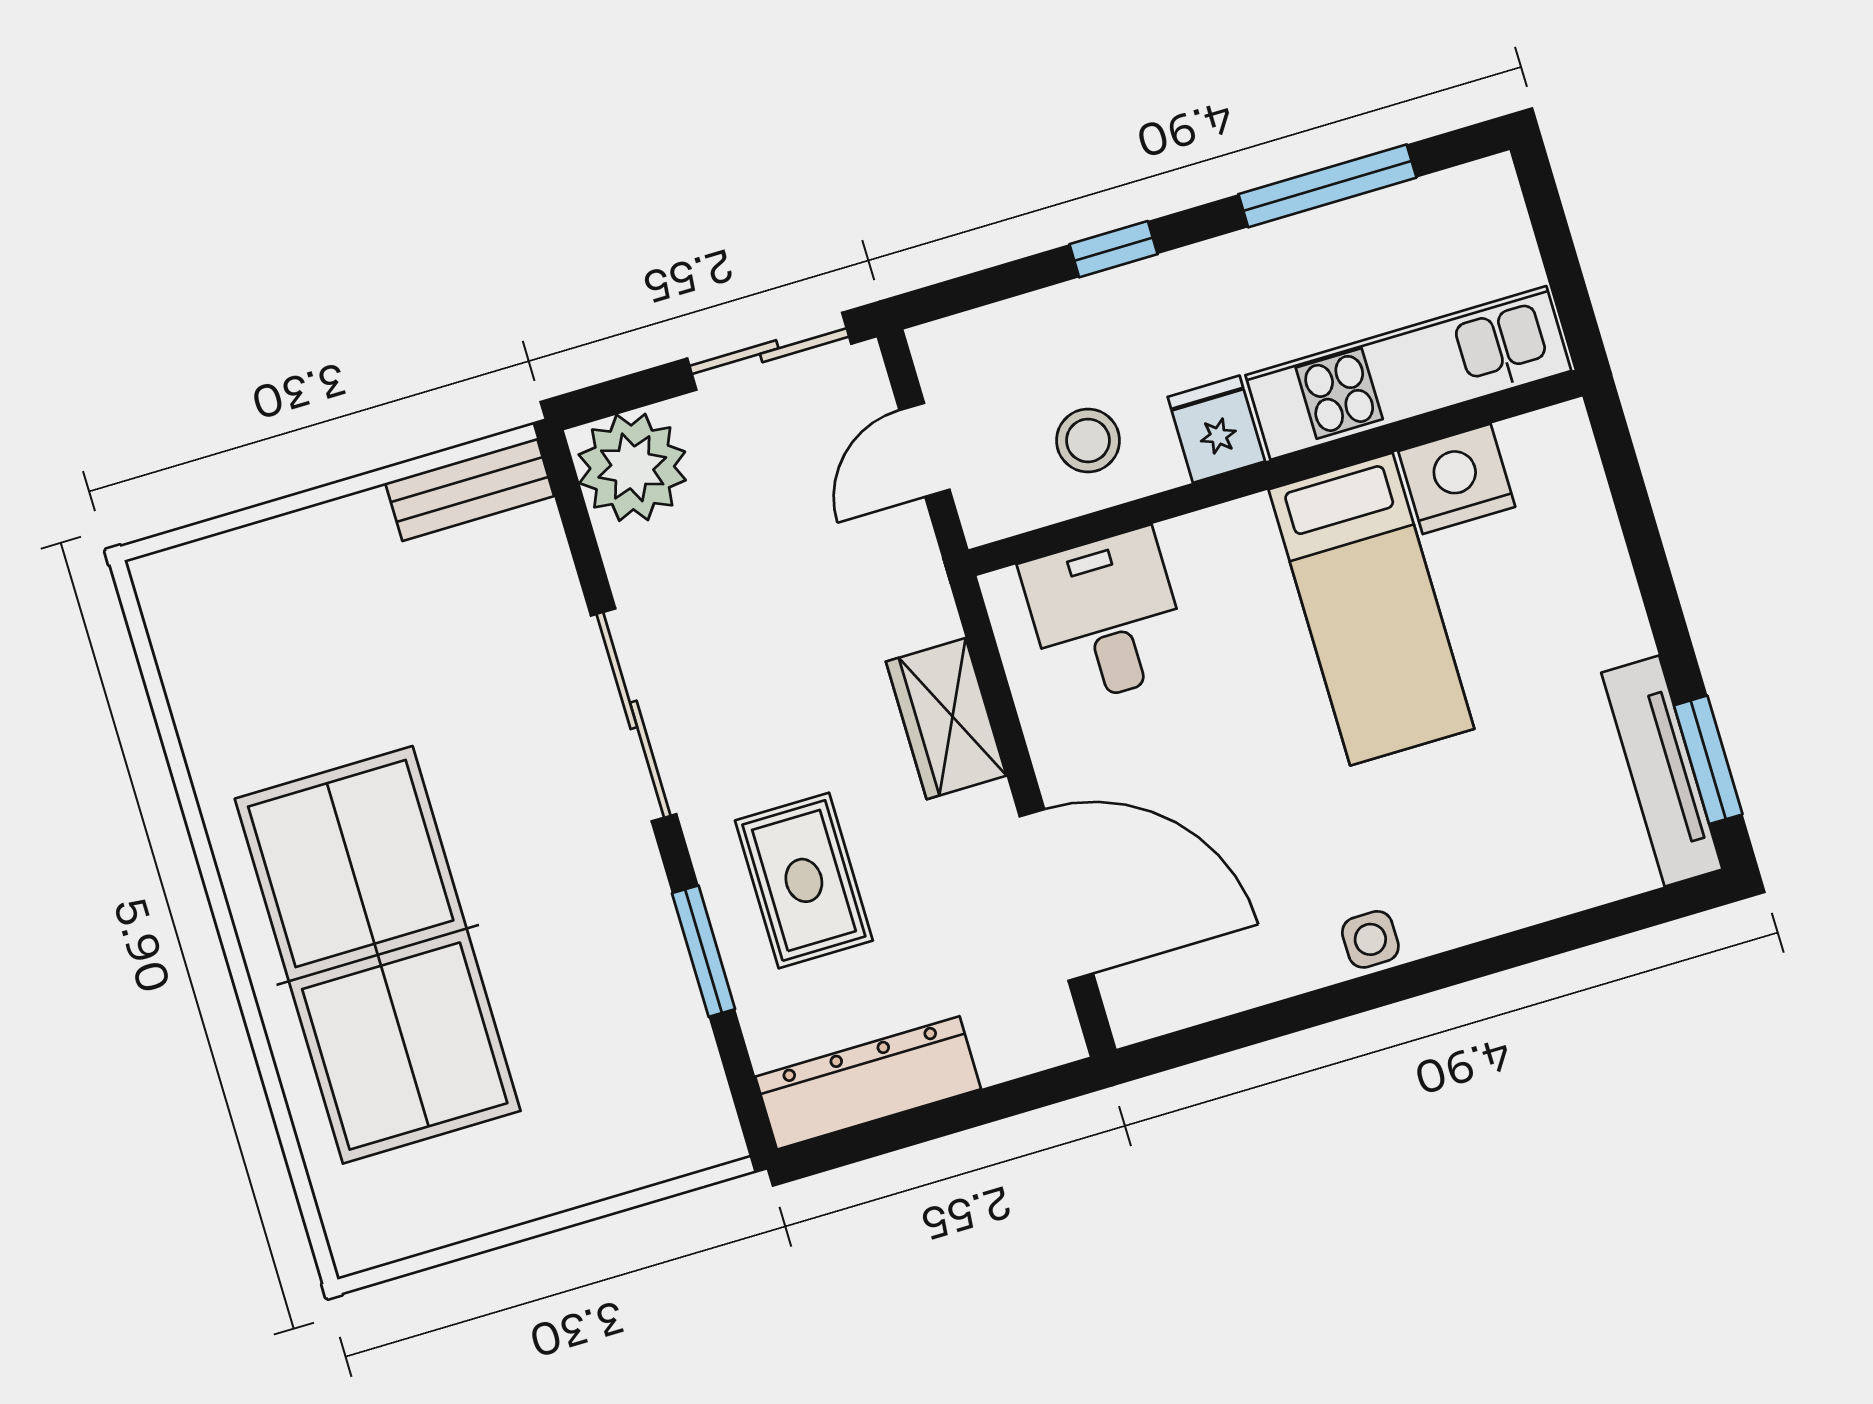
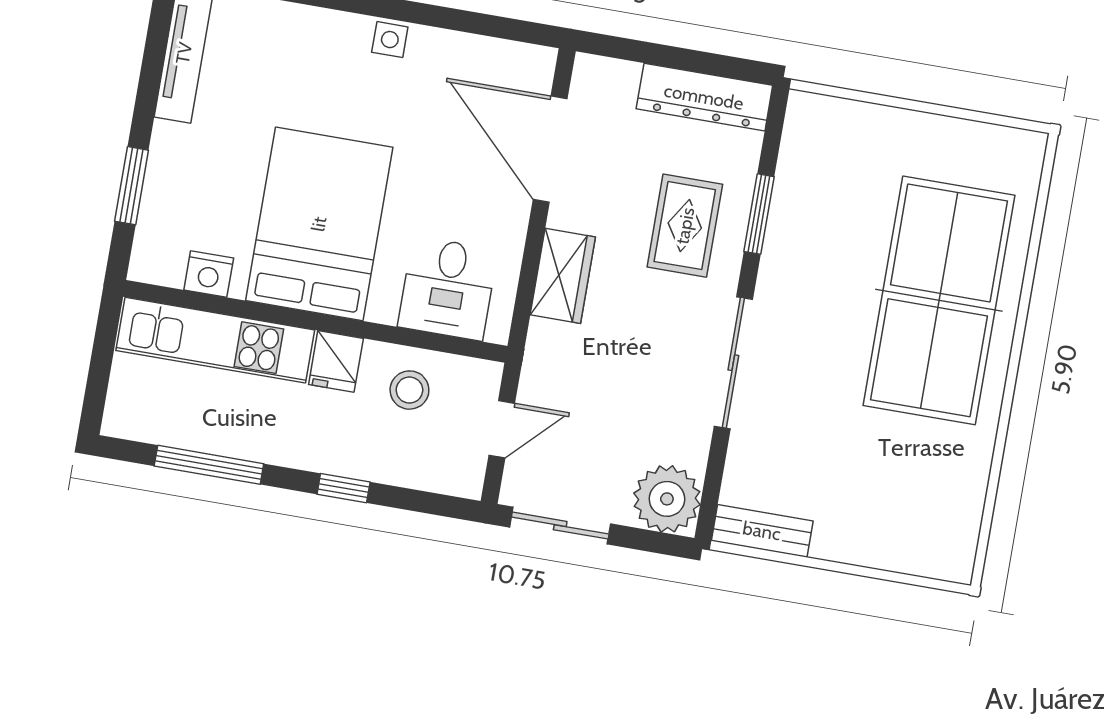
nightstand: (1457, 479) -> (209, 274), width x0.74, depth x0.75
bed: (1371, 609) -> (319, 224), width x1.50
window: (1708, 760) -> (132, 186), moved

